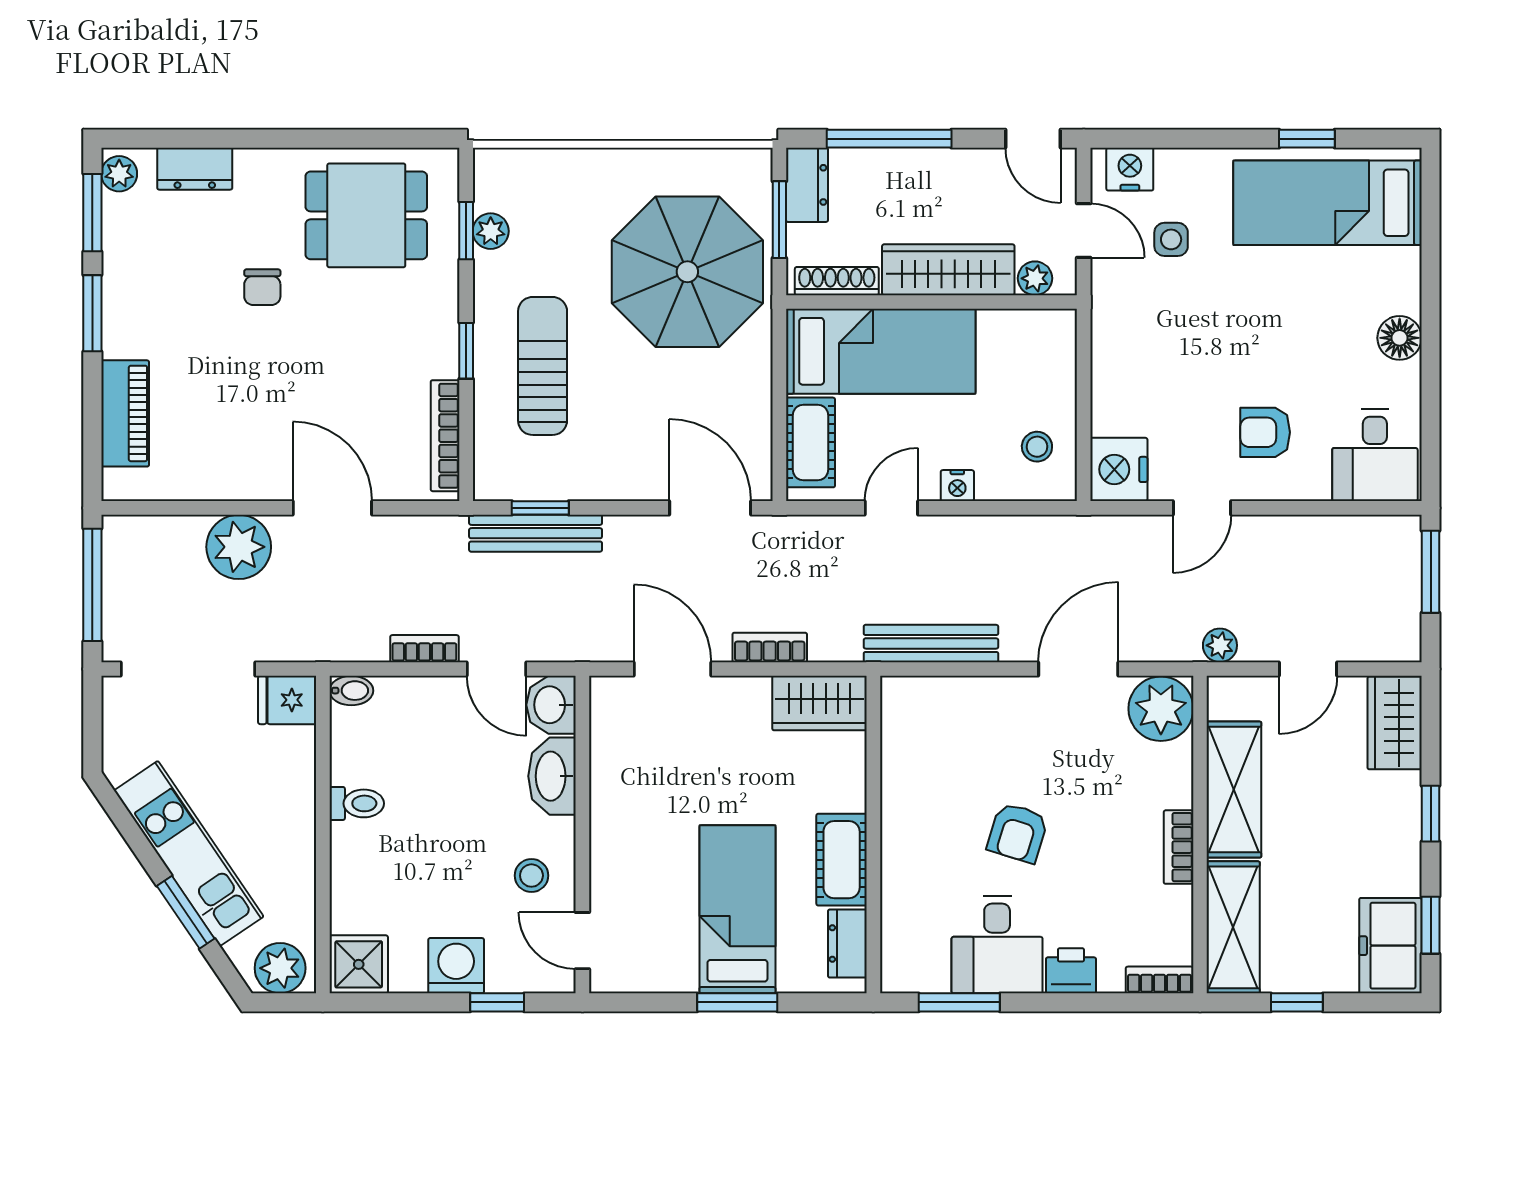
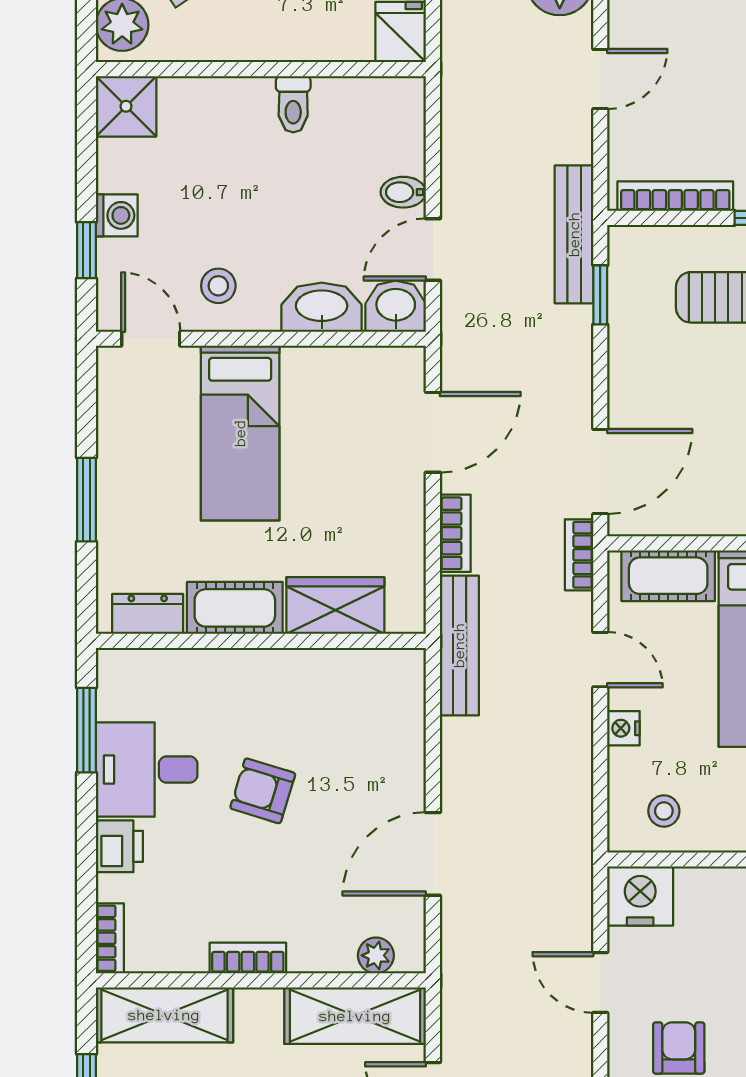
door: (332, 508) -> (600, 79), width x0.73
bench: (536, 533) -> (574, 234), moved
bench: (931, 643) -> (459, 645), moved
plant: (1220, 645) -> (457, 1001), removed
bookcase: (424, 649) -> (579, 555), moved, turned 180
door: (1078, 669) -> (433, 854), swing flipped
bidet: (351, 691) -> (403, 192), moved, turned 90
wardrobe: (819, 703) -> (335, 606), moved, turned 90
plant: (1161, 709) -> (376, 955), width x0.53, depth x0.53
shelving: (1234, 790) -> (355, 1016), moved
bed: (737, 909) -> (240, 433), moved, turned 90
door: (582, 941) -> (151, 339), hinge flipped
washing machine: (456, 966) -> (117, 215), width x0.73, depth x0.73

